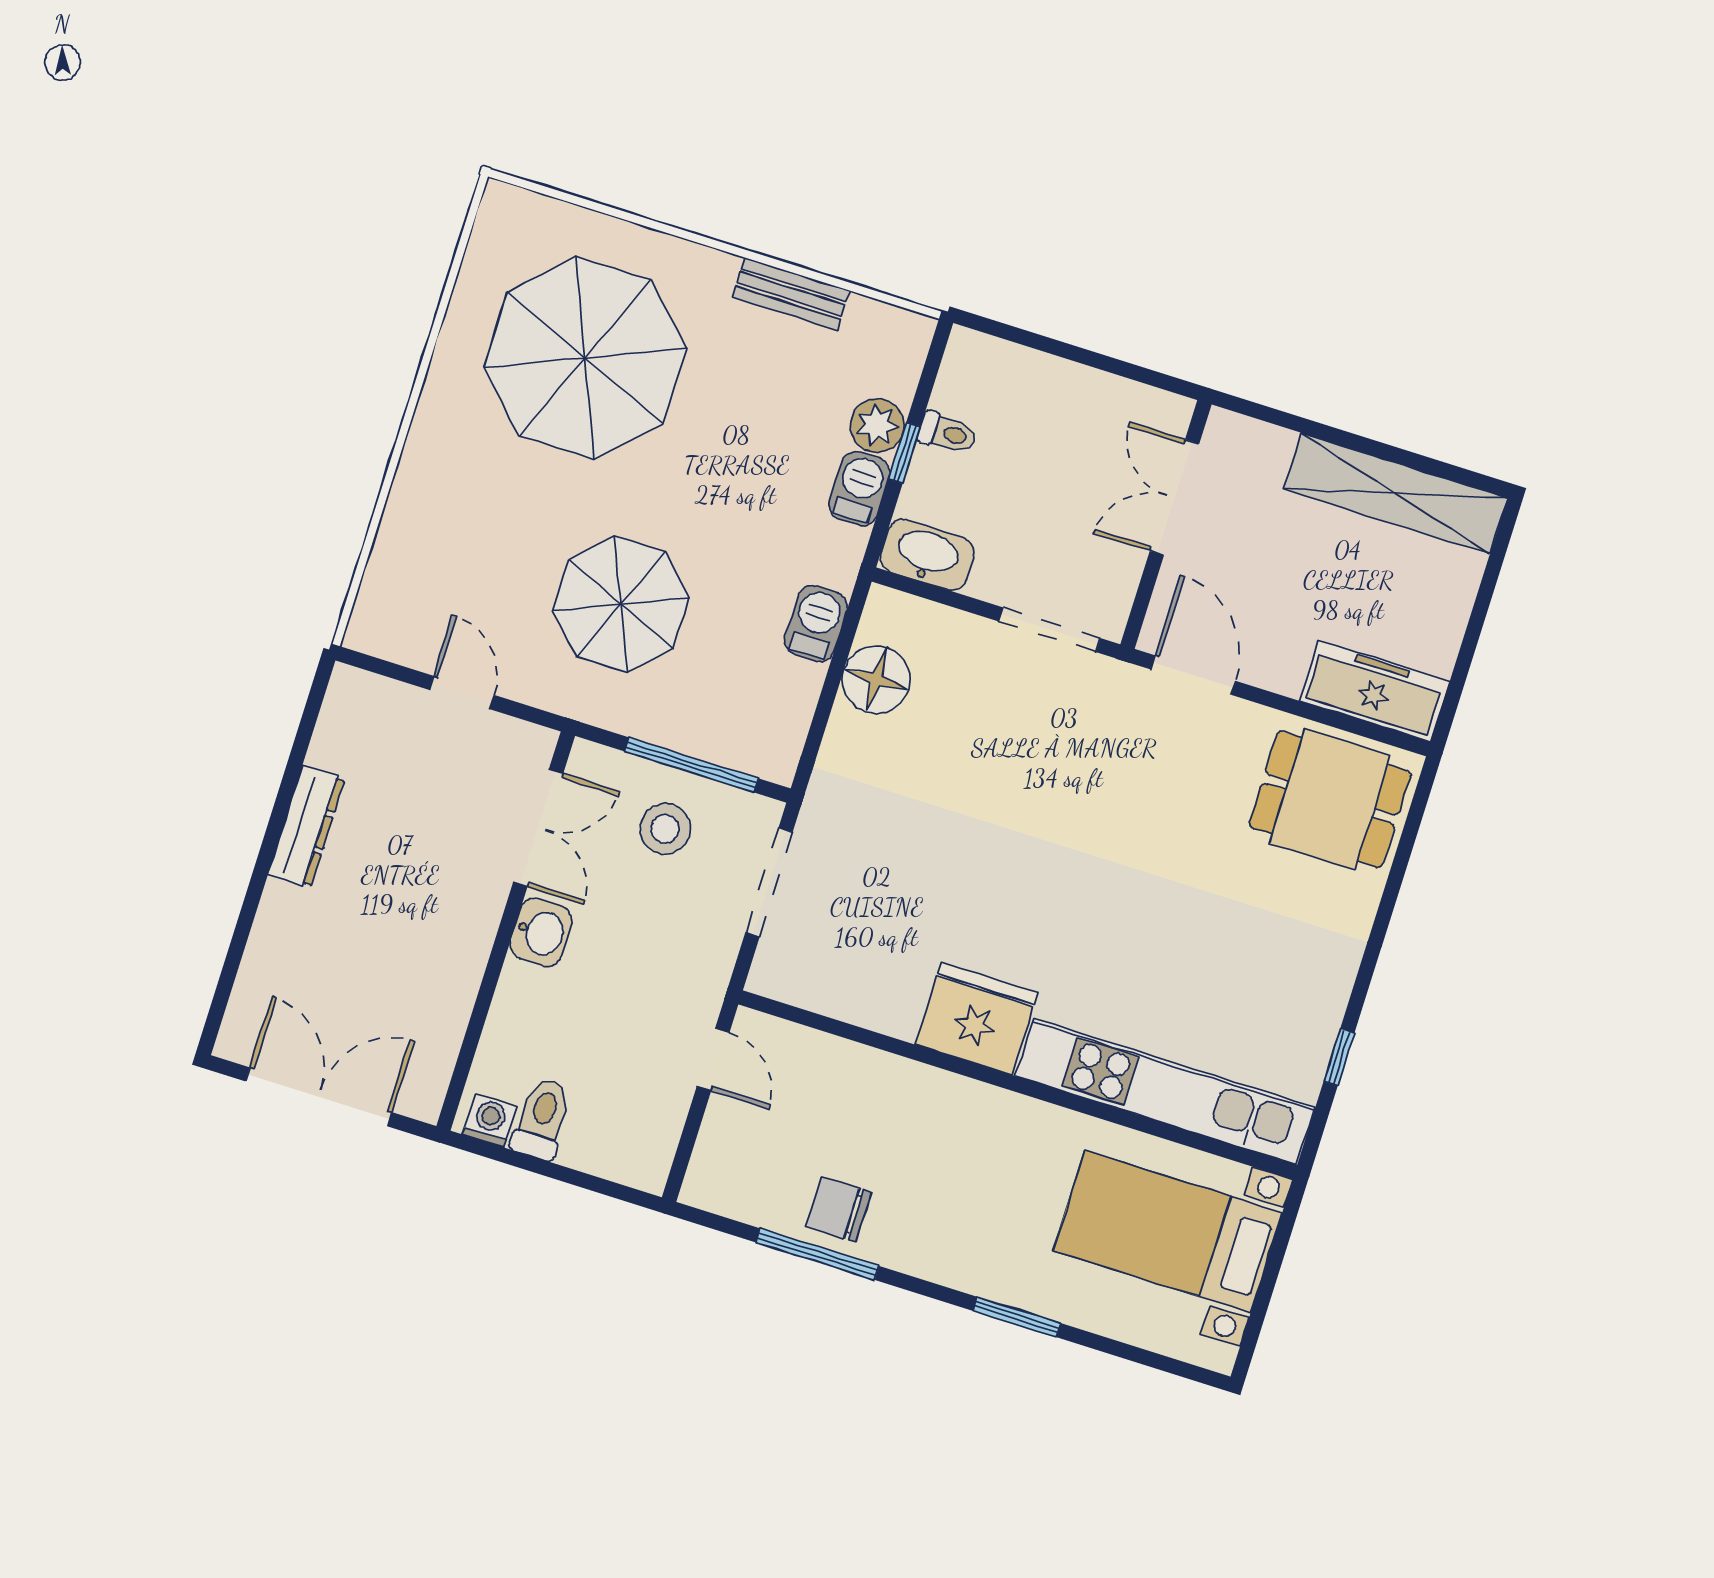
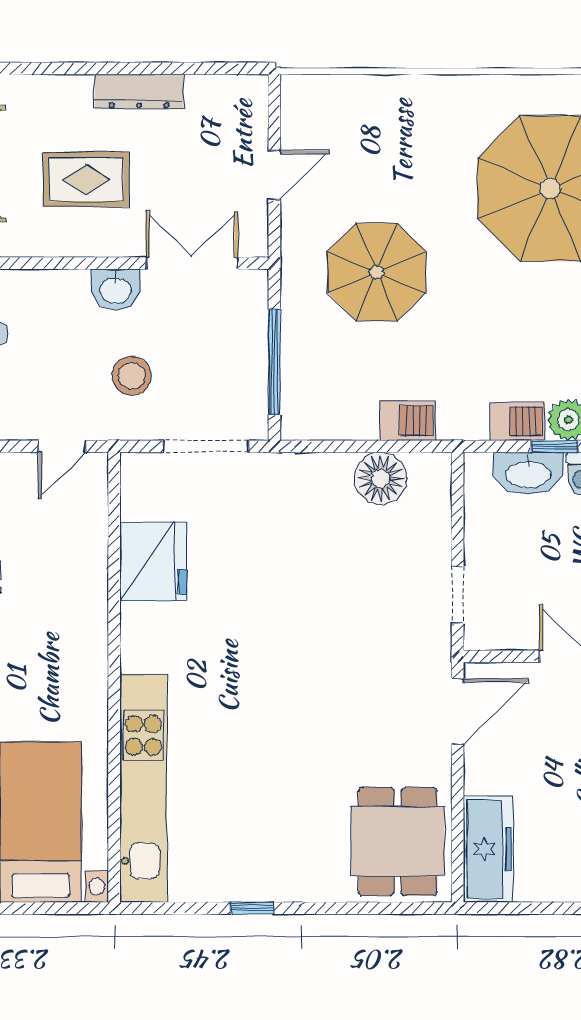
washbasin: (927, 555) -> (528, 473), moved, turned 90
doorway: (1049, 630) -> (458, 595), width x0.73
double door: (538, 828) -> (192, 263), swing flipped
stool: (665, 829) -> (132, 376), moved
rug: (394, 926) -> (86, 179), added
fridge: (976, 1019) -> (153, 562), moved
window: (1339, 1057) -> (252, 908), moved

